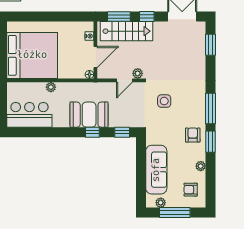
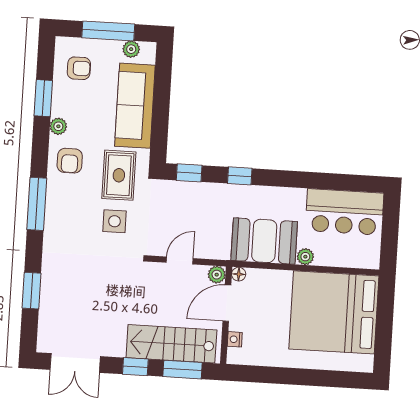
window: (210, 45) -> (31, 291), moved
plant: (138, 73) -> (217, 275), moved
booth: (89, 115) -> (264, 241), moved
rug: (163, 128) -> (119, 175), added
window: (210, 142) -> (43, 98), moved
plant: (201, 166) -> (58, 126), moved

